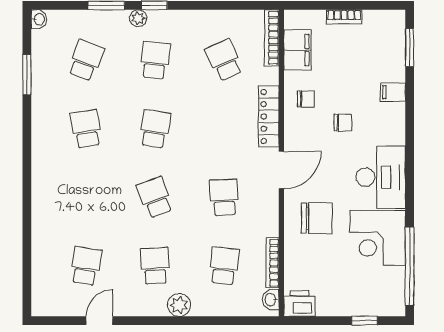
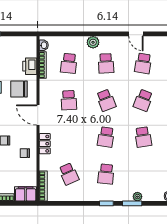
plant: (138, 18) -> (137, 197), moved
filing cabinet: (297, 50) -> (26, 194), moved, turned 90
school desk: (86, 60) -> (143, 100), moved
locker: (269, 116) -> (45, 144), width x0.66
door: (281, 170) -> (38, 115), hinge flipped
printer: (299, 304) -> (30, 66), moved, turned 90
door: (99, 321) -> (136, 34), hinge flipped

